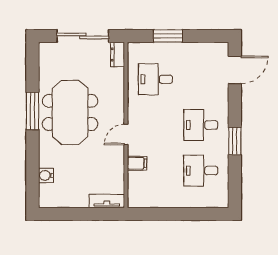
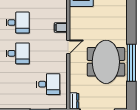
window: (32, 111) -> (131, 63), width x1.46
water cooler: (46, 175) -> (122, 19), removed

